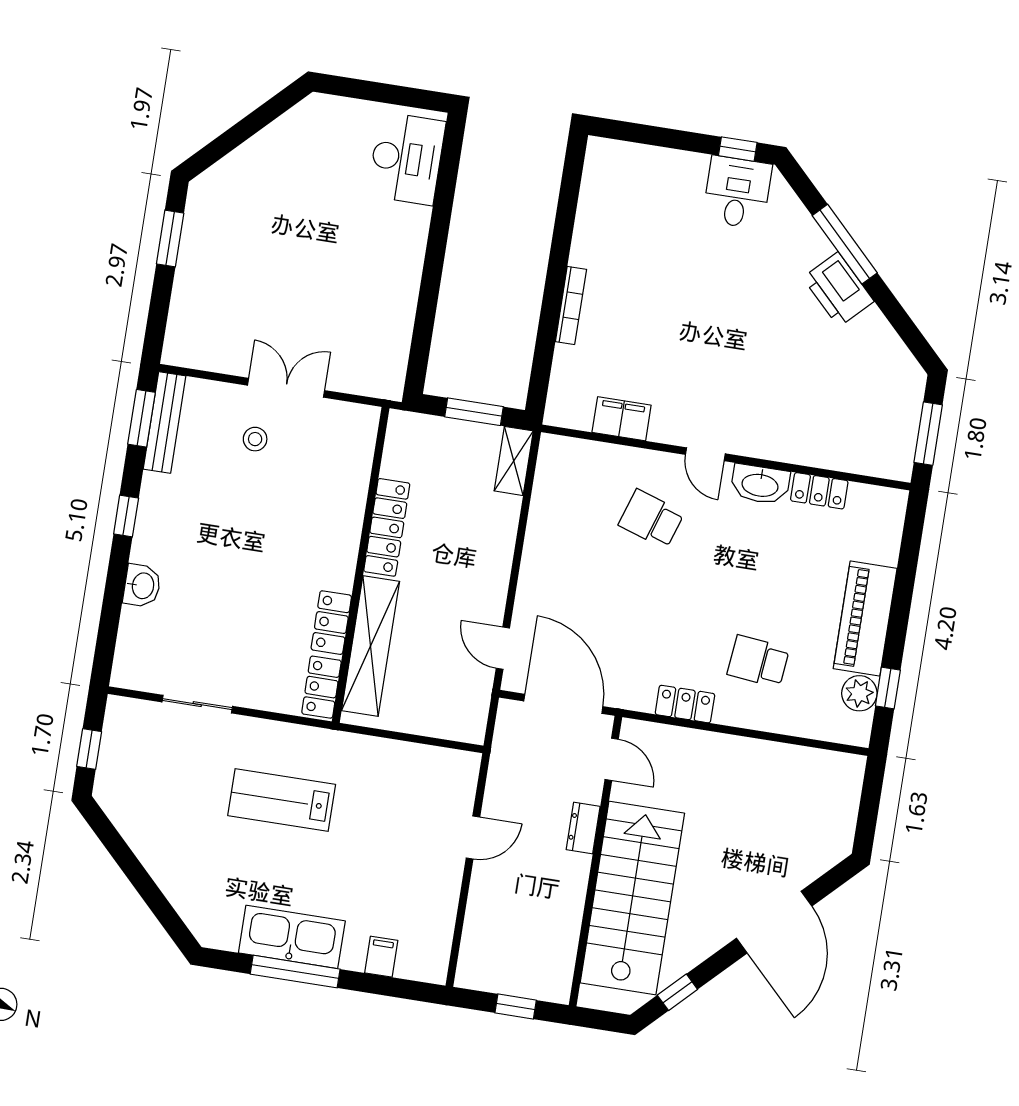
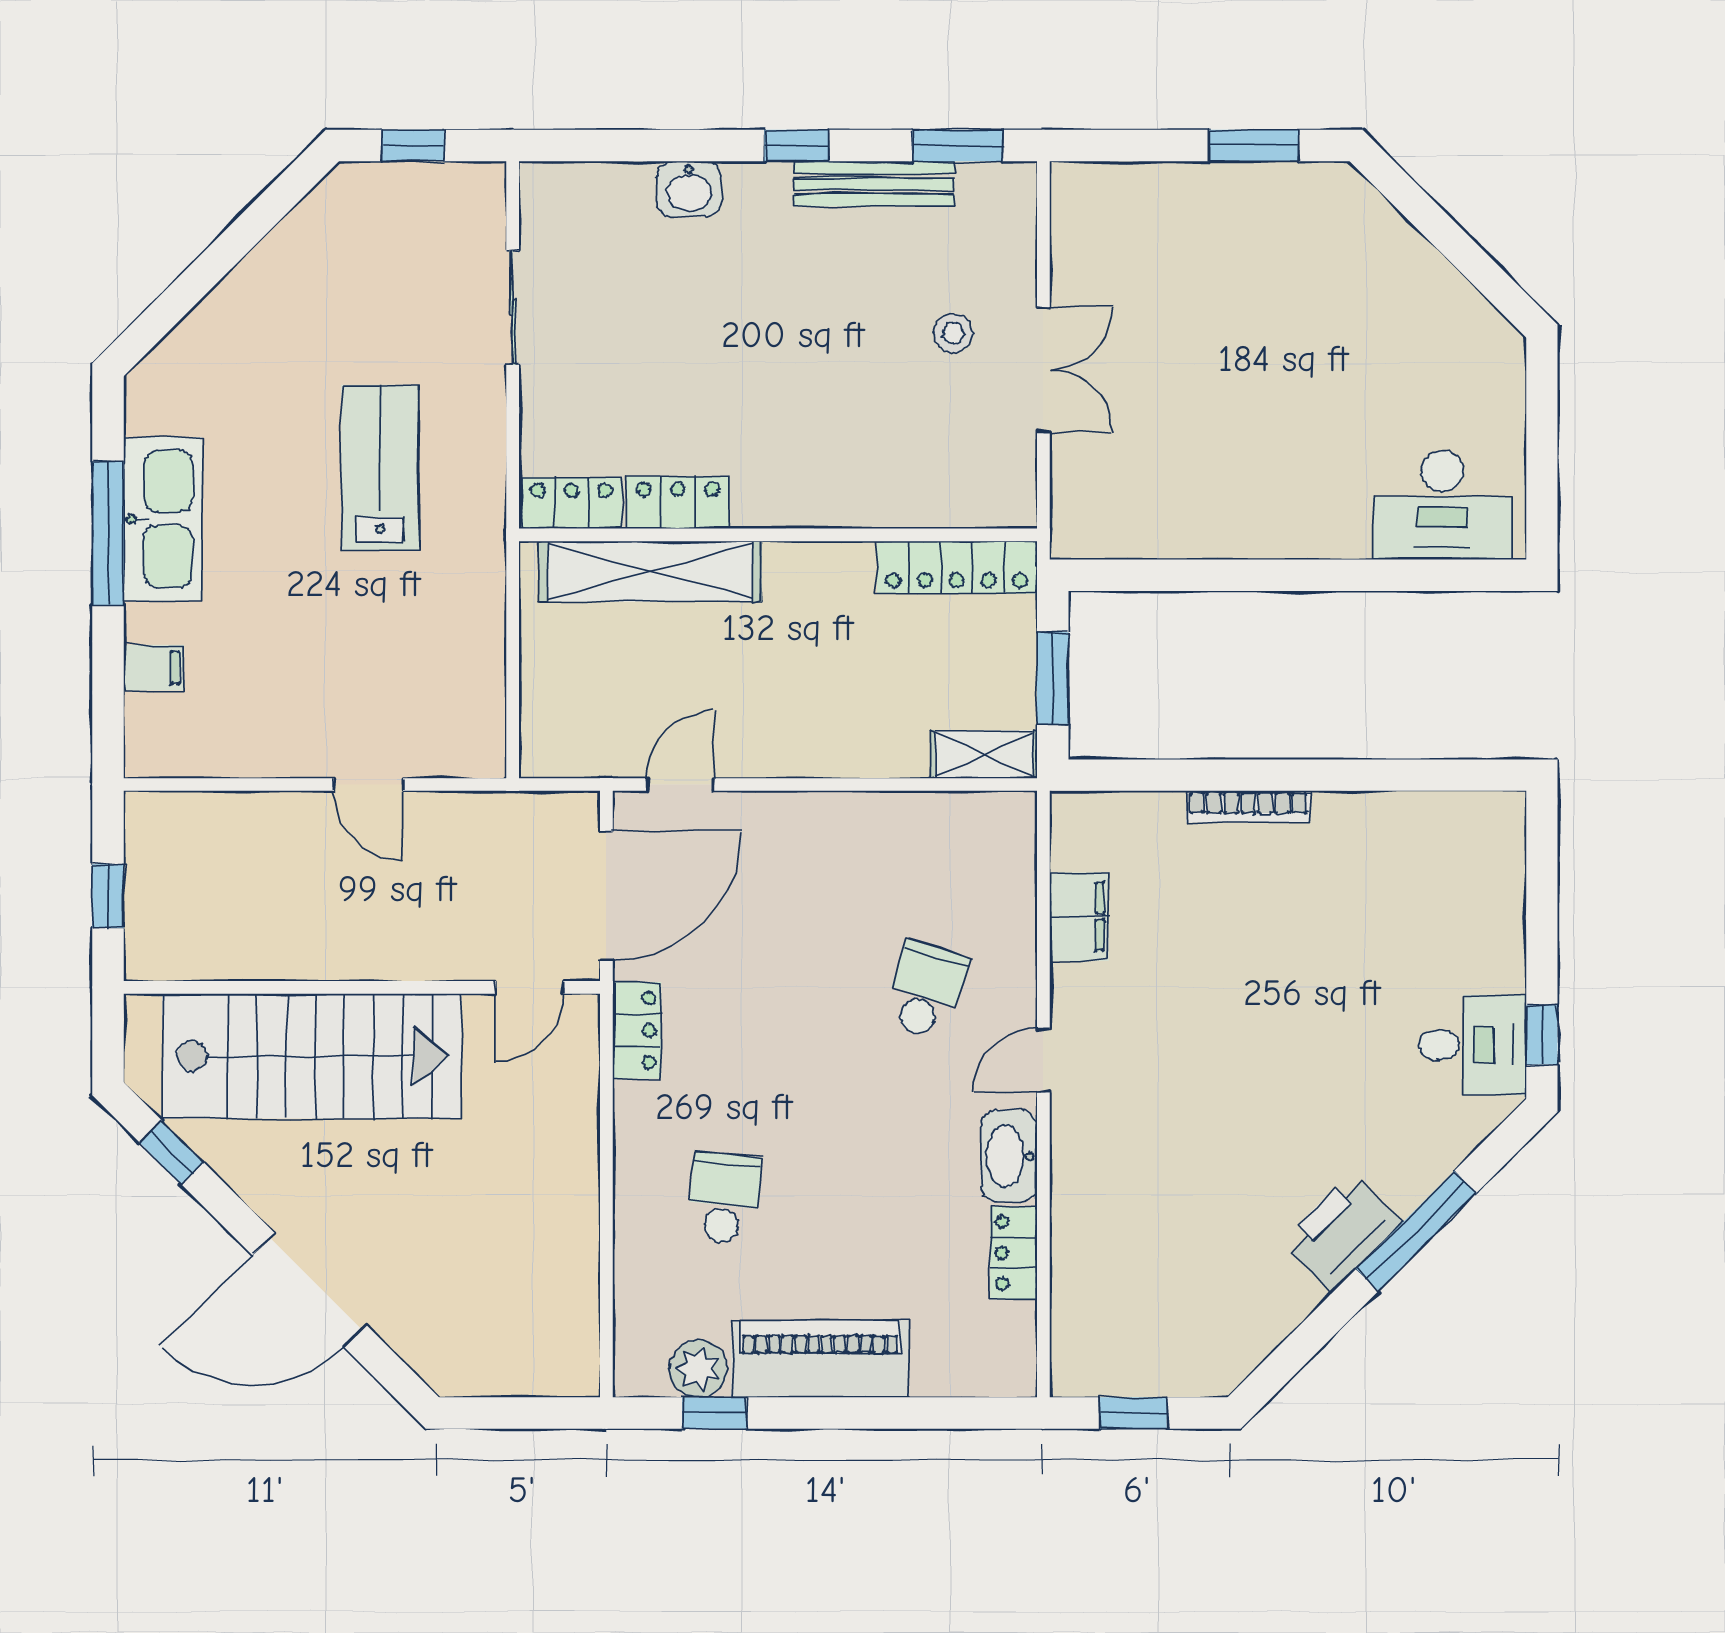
bench: (165, 422) -> (874, 184), moved
window: (928, 434) -> (1133, 1413), width x0.67
locker: (387, 527) -> (957, 567), moved
locker: (685, 704) -> (637, 1030), moved
dresser: (583, 828) -> (412, 959), removed

